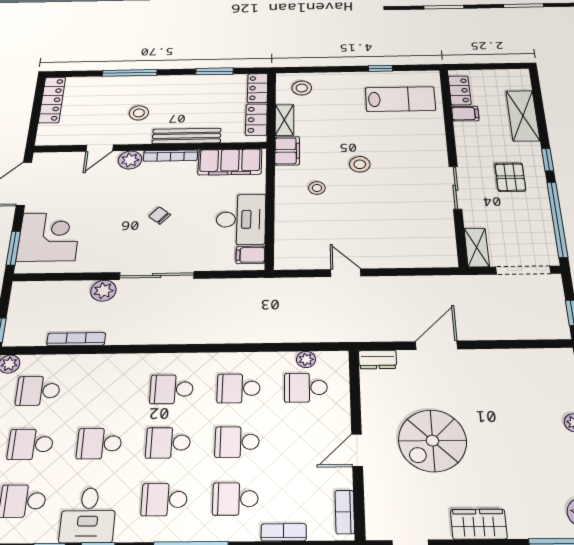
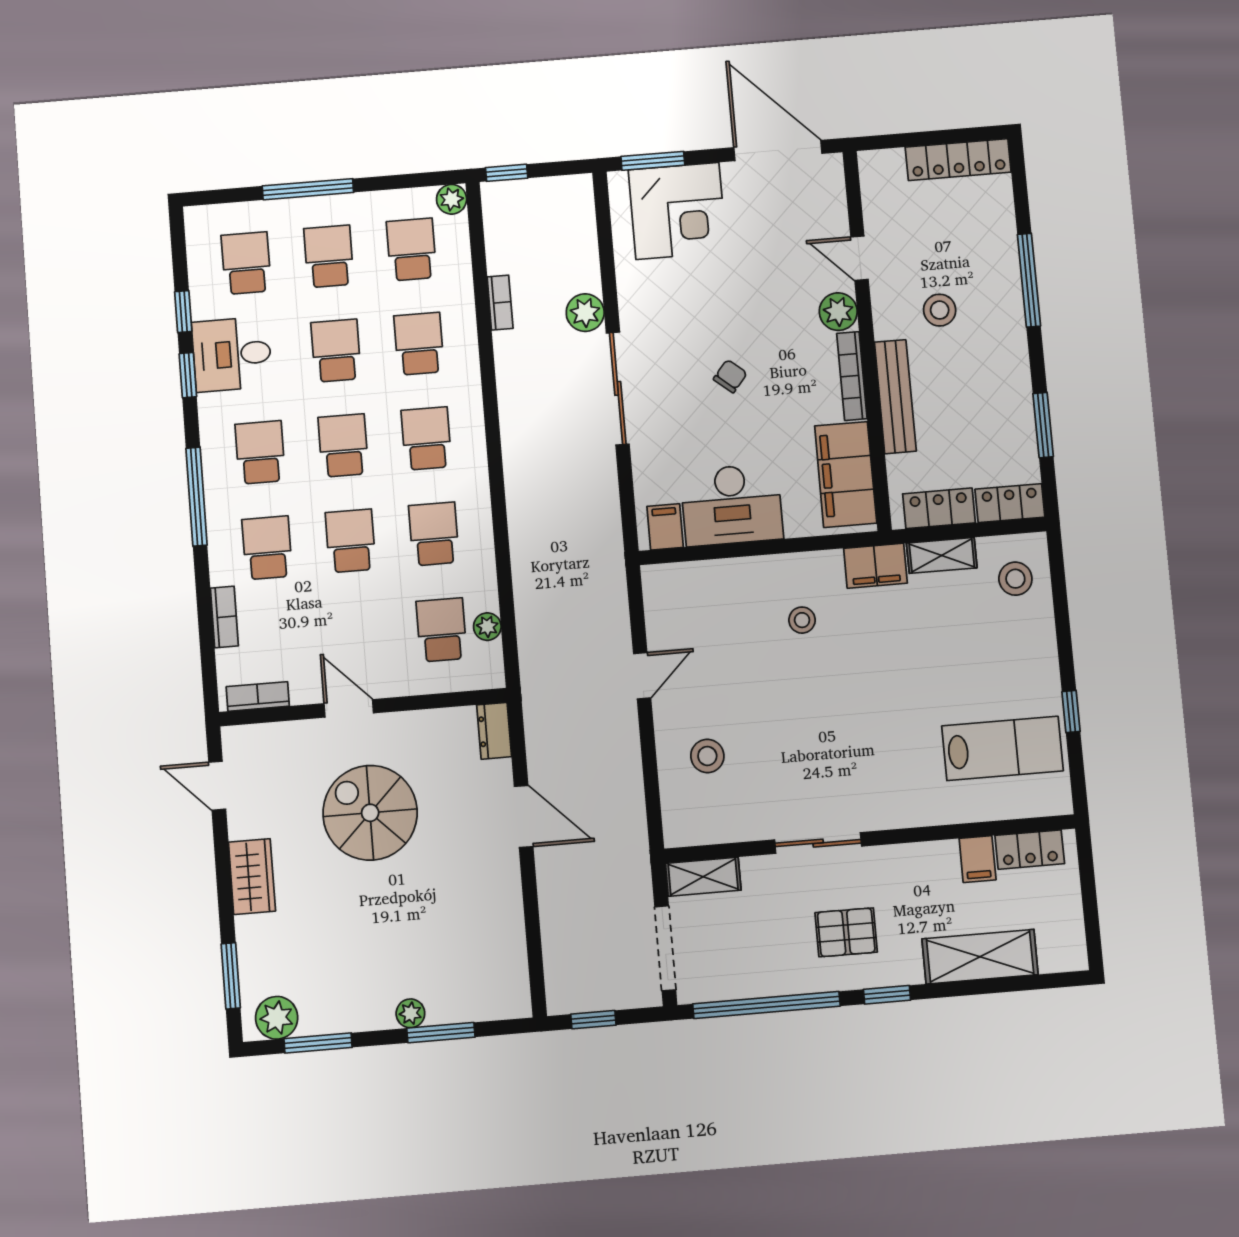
lab bench: (400, 99) -> (1002, 748), turned -90
stool: (360, 164) -> (707, 756), moved
bookcase: (76, 339) -> (500, 303), width x0.64
school desk: (105, 390) -> (419, 344), added

